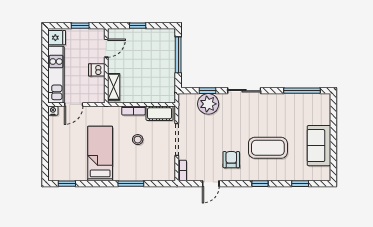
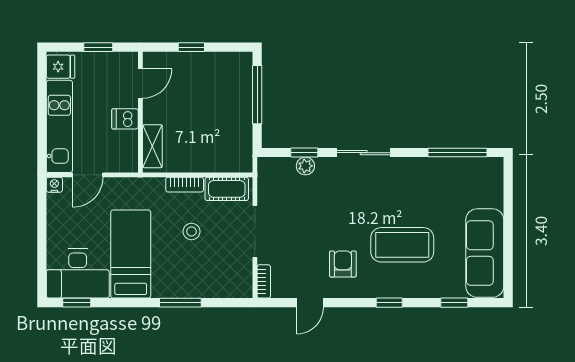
plant: (208, 104) -> (305, 166), width x0.53, depth x0.53
sofa: (319, 146) -> (485, 253), width x1.36
desk: (67, 166) -> (78, 274), added

